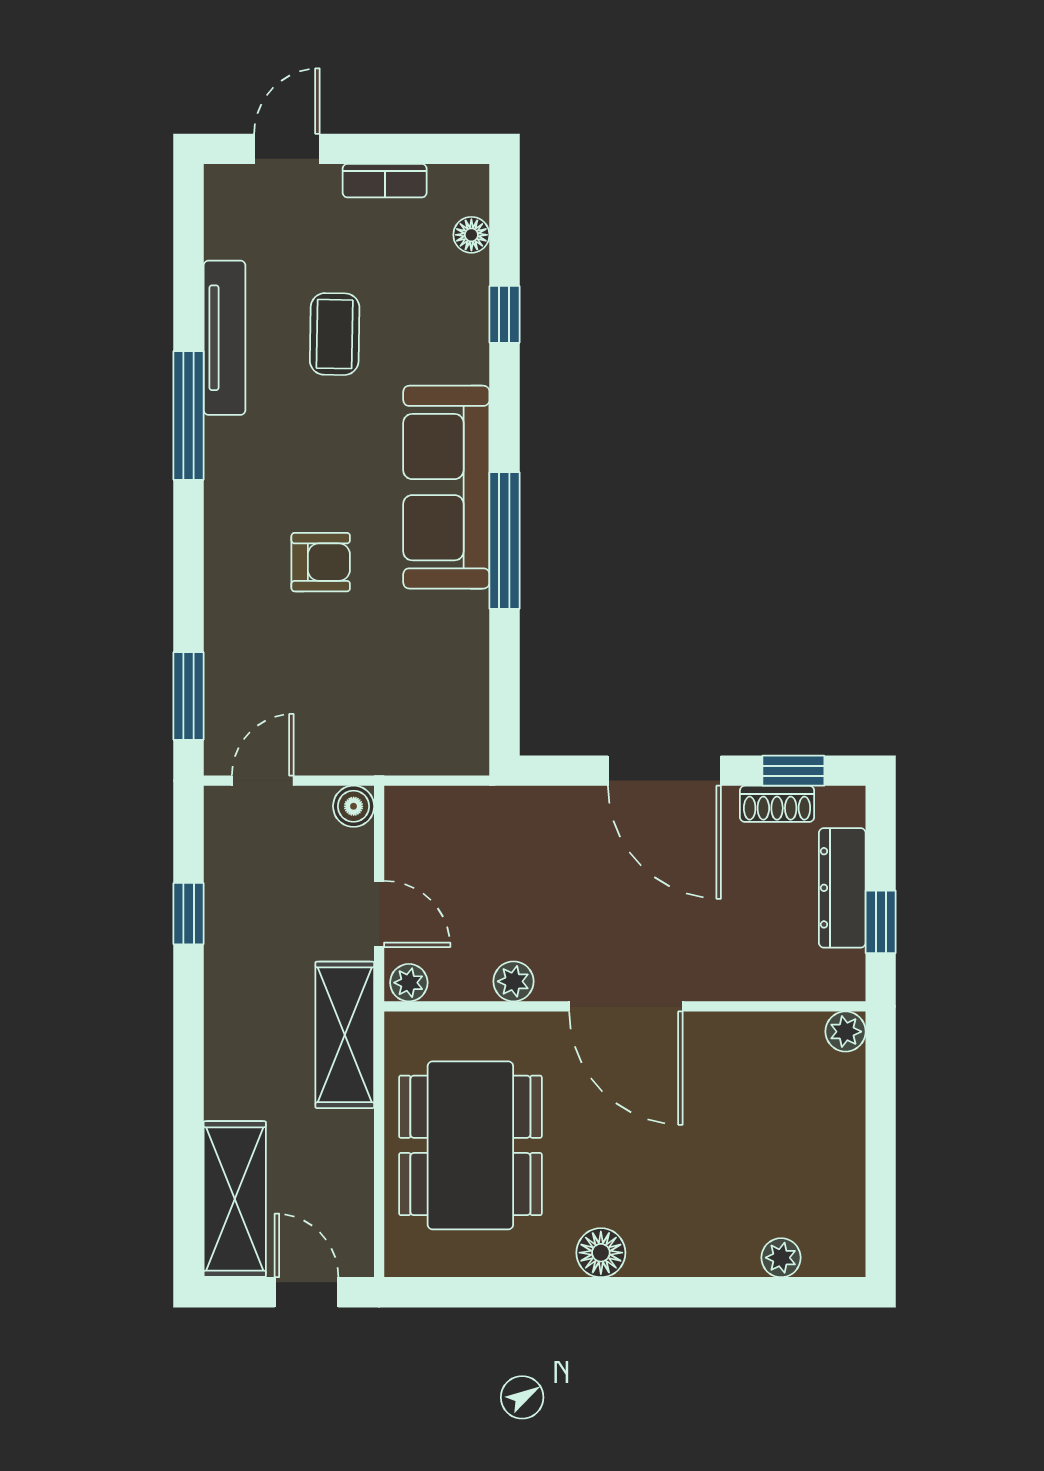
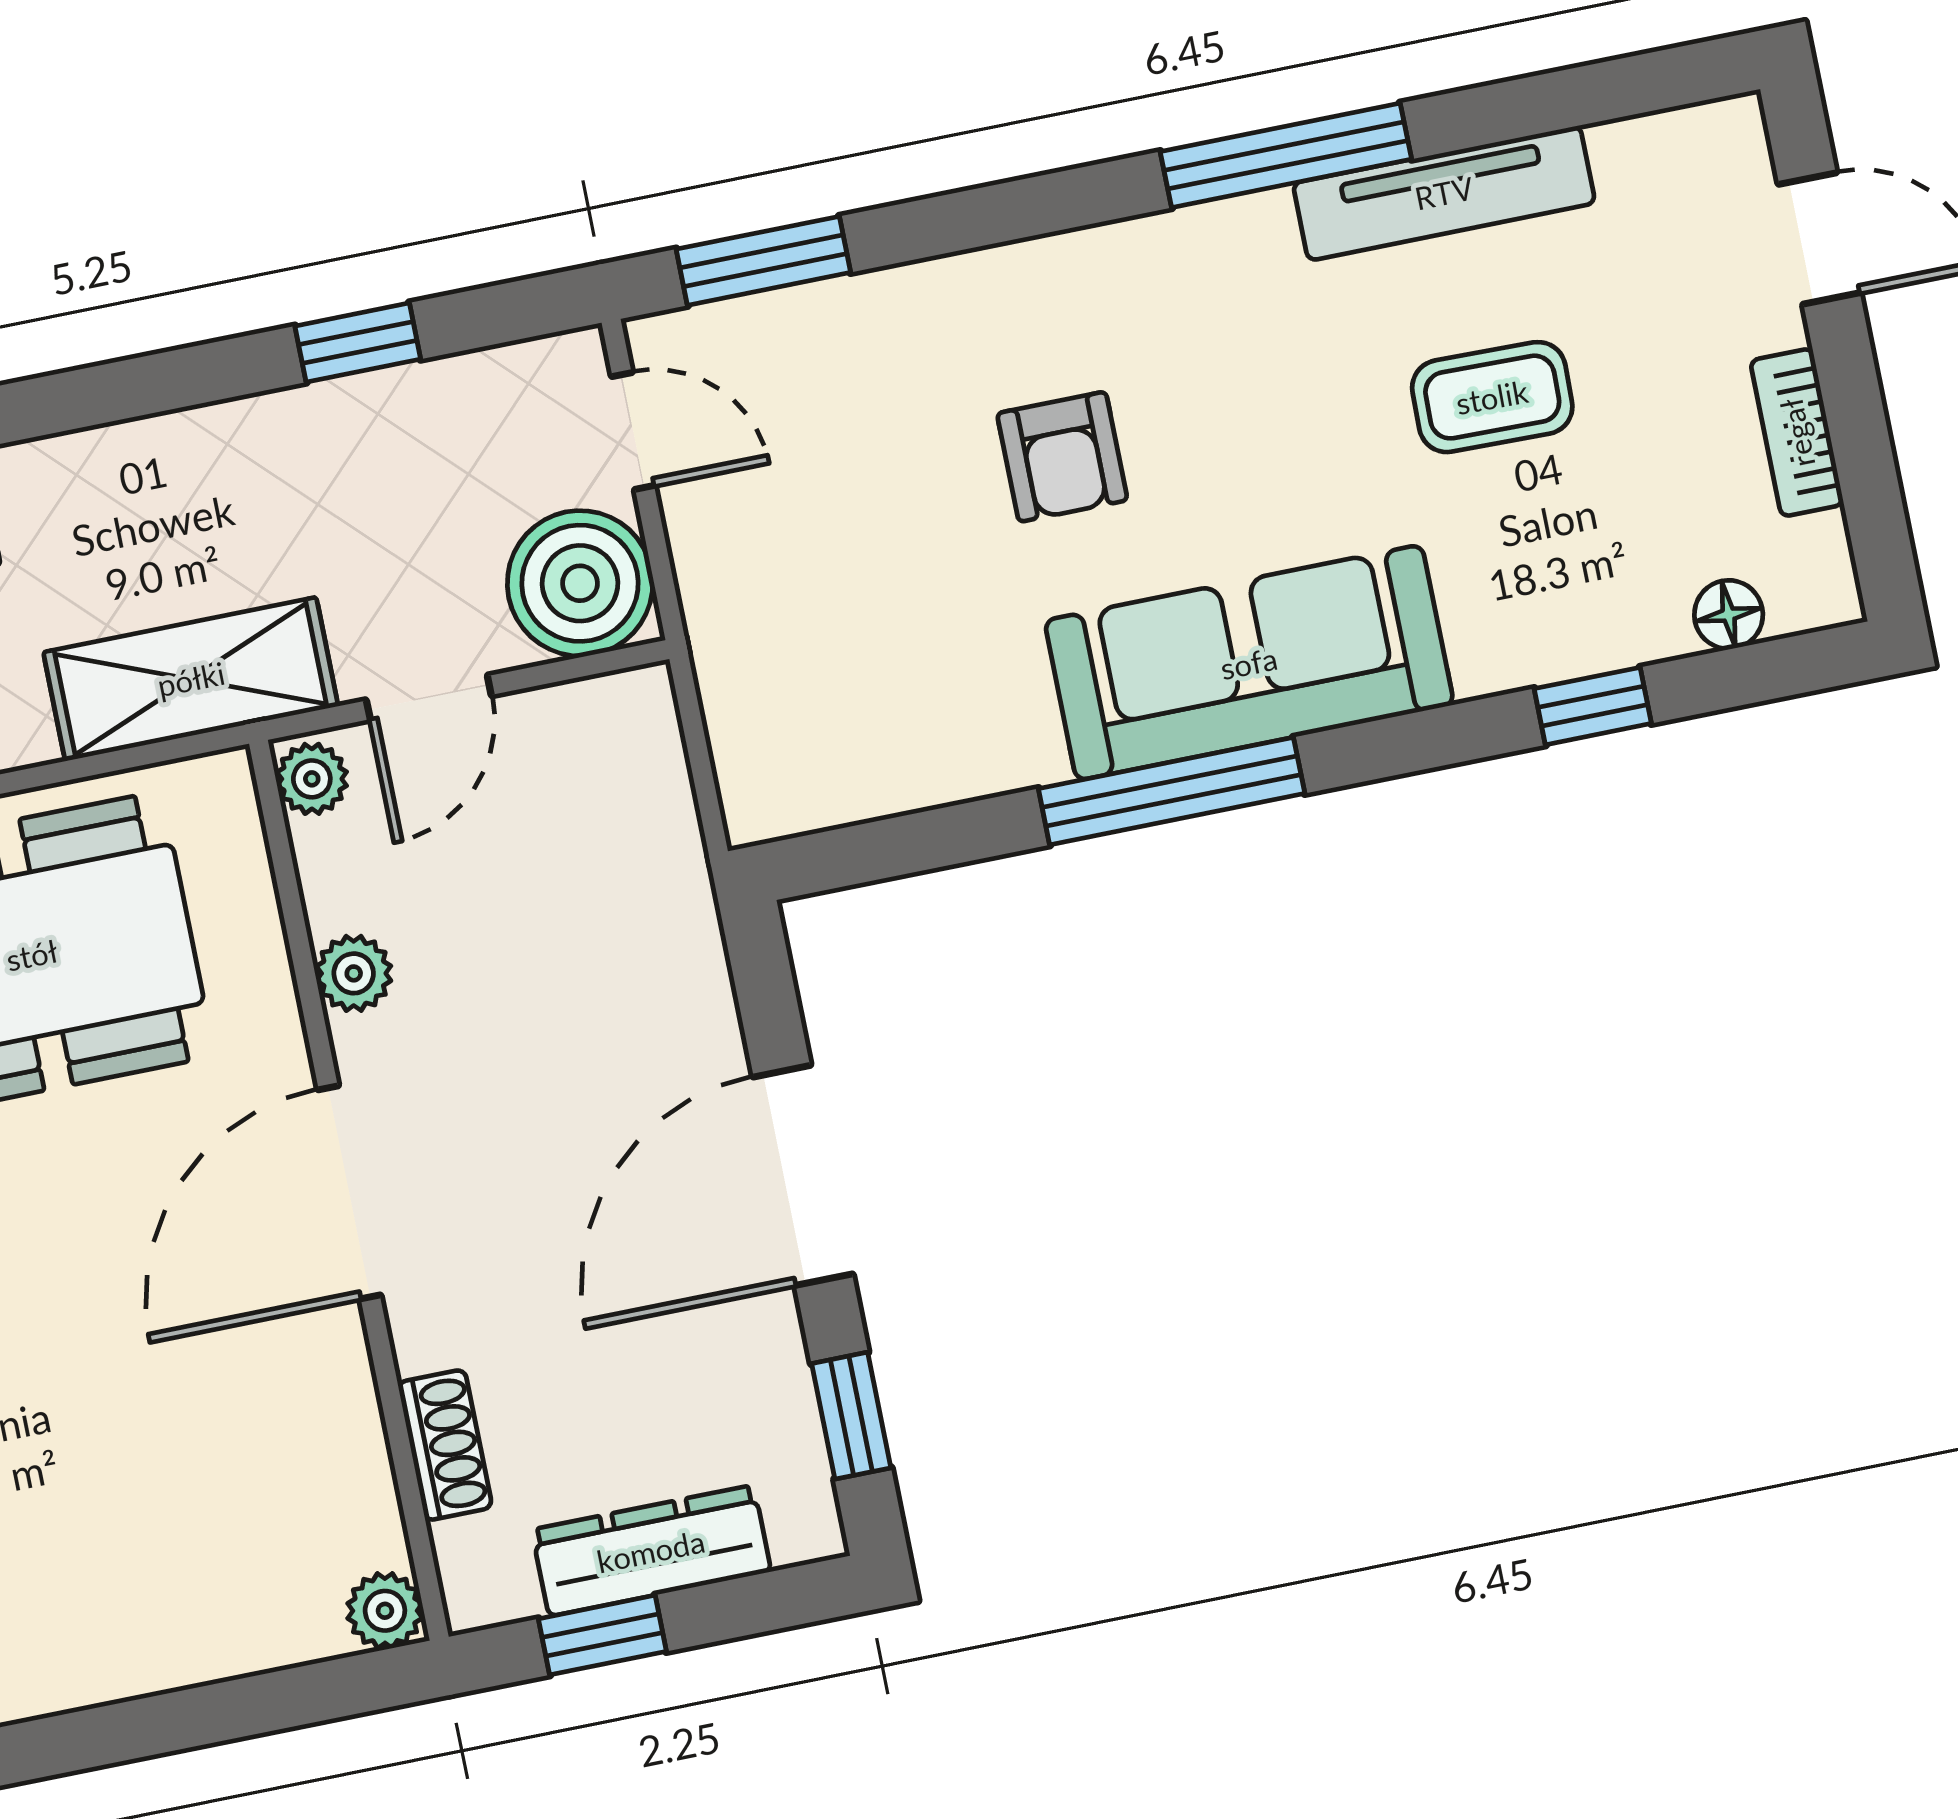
shoe rack: (777, 804) -> (445, 1445), moved, turned 180
boiler: (354, 806) -> (580, 583), width x1.86, depth x1.86

